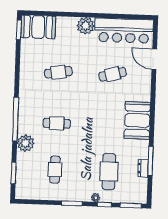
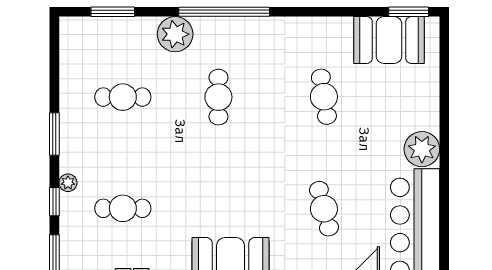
booth: (38, 27) -> (389, 40), moved, turned 90
cafe table: (109, 172) -> (123, 208), width x0.73, depth x0.74

